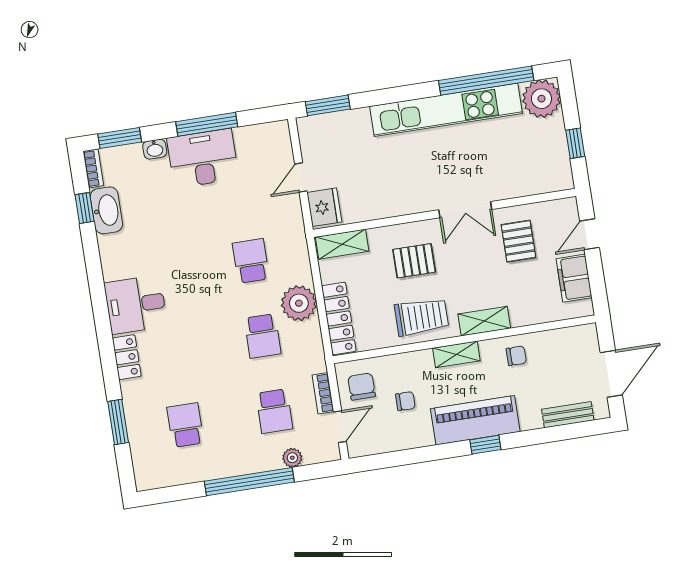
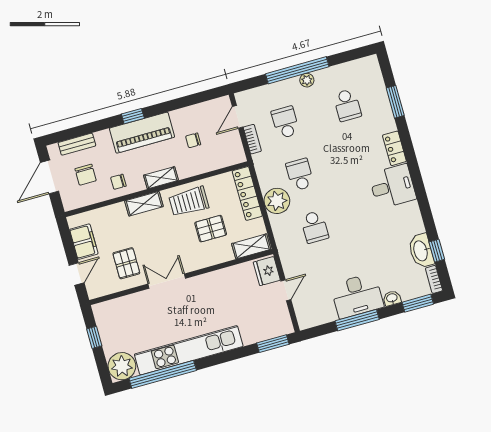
pallet: (414, 261) -> (211, 229), moved
chair: (362, 387) -> (86, 175), moved
plant: (292, 458) -> (307, 80), moved

